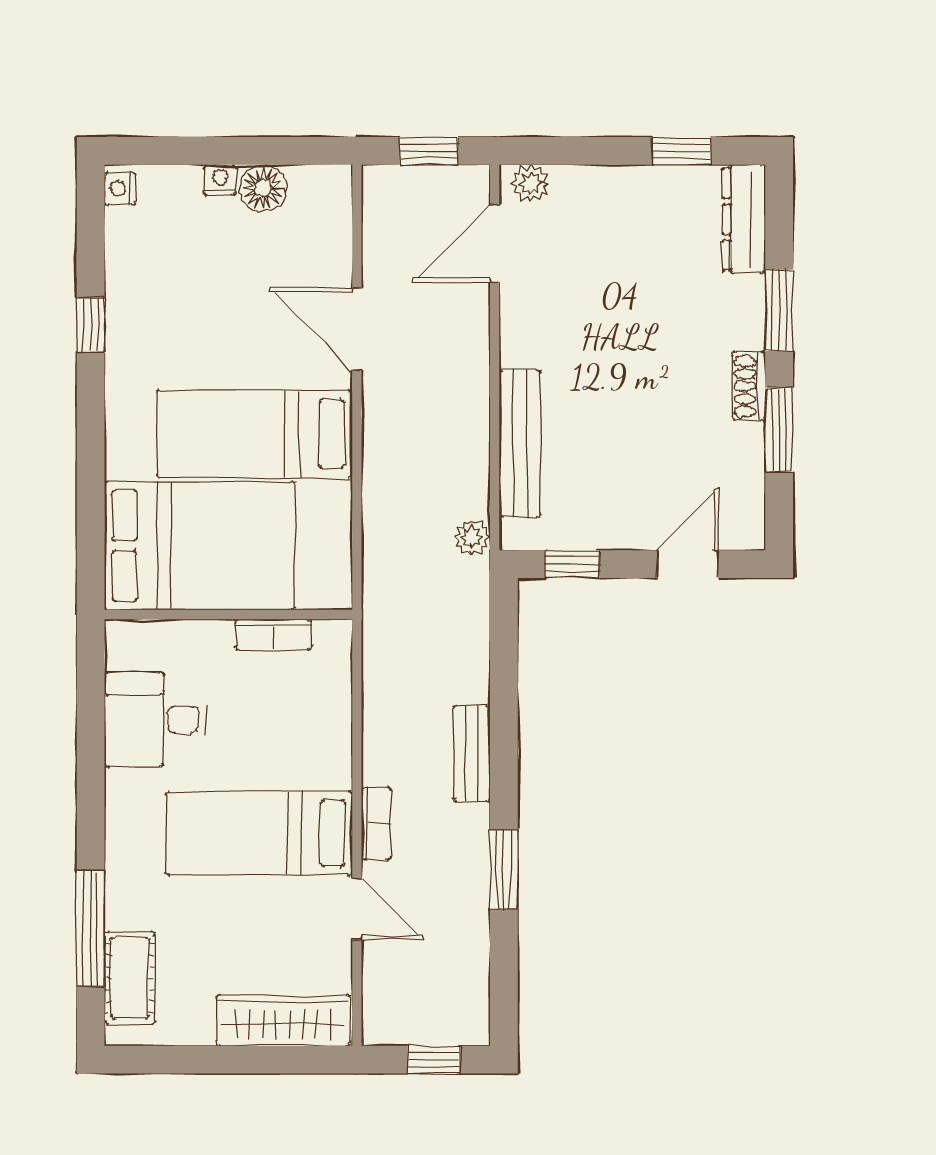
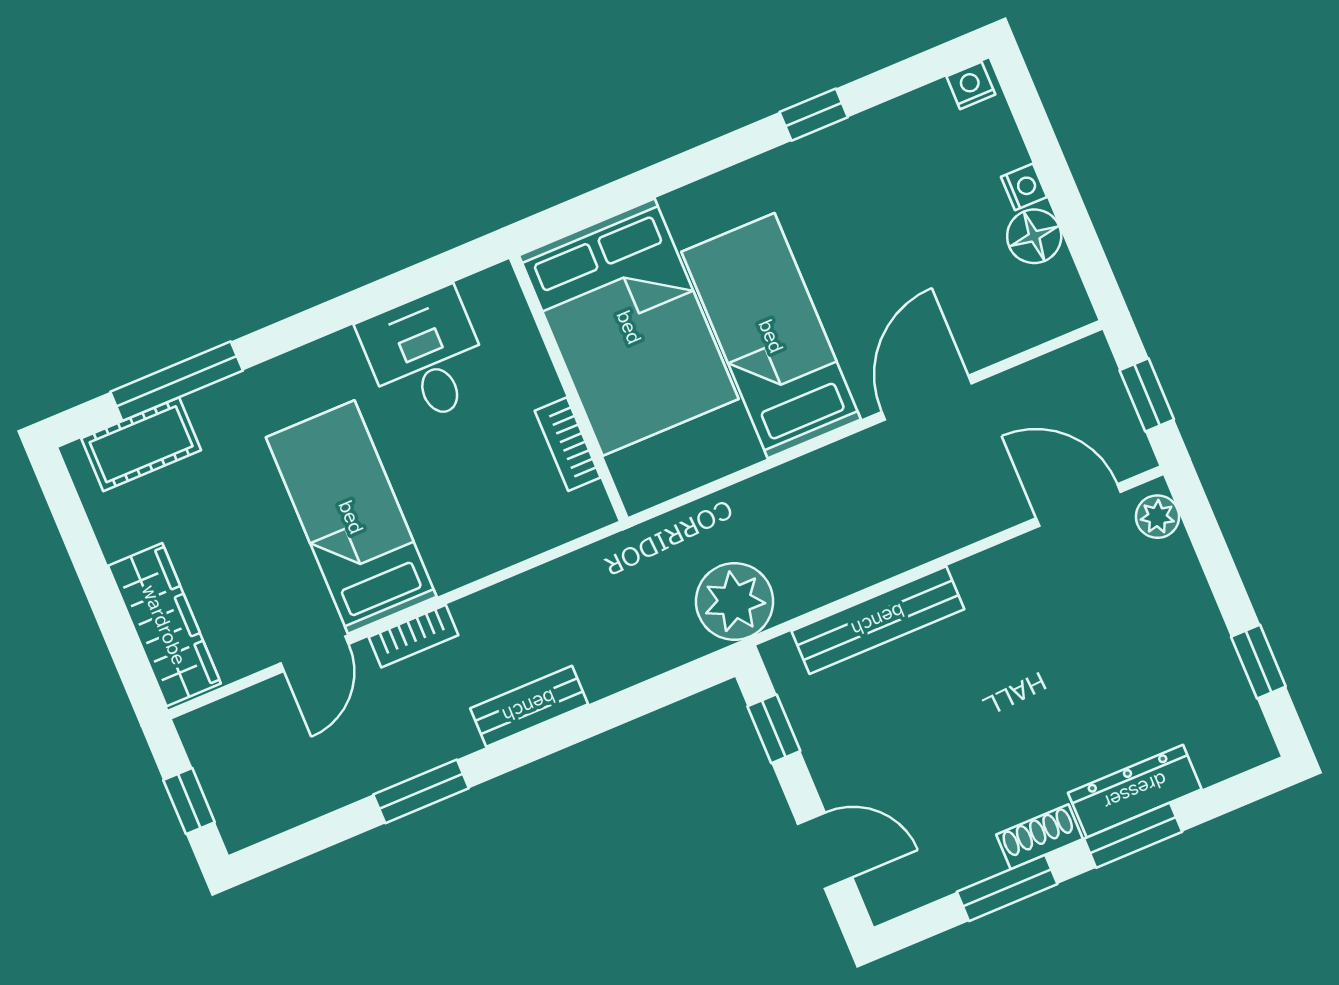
dresser: (744, 219) -> (1135, 791), moved
plant: (472, 537) -> (735, 601), width x1.88, depth x1.88

